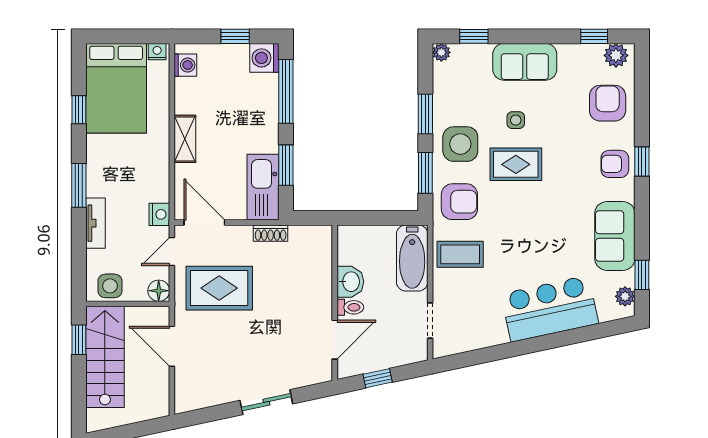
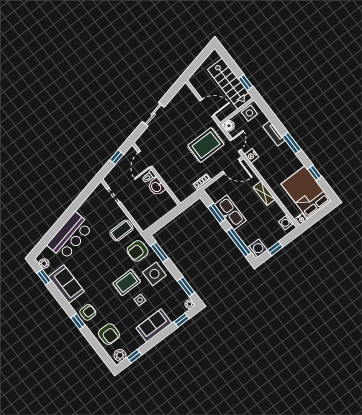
window: (425, 114) -> (186, 287), moved
kitchen sink: (263, 187) -> (230, 212), moved
bathtub: (412, 258) -> (139, 215), removed

